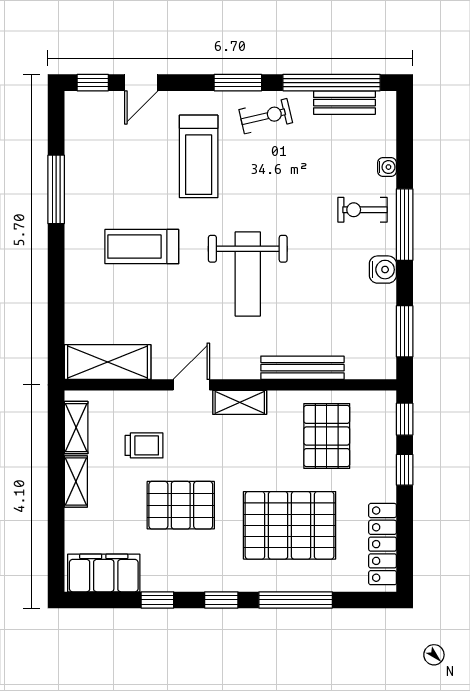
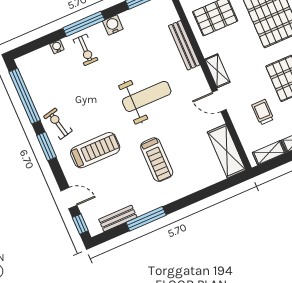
bench: (344, 103) -> (118, 218), moved, turned 90

